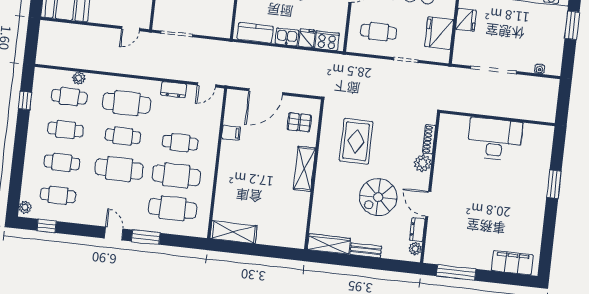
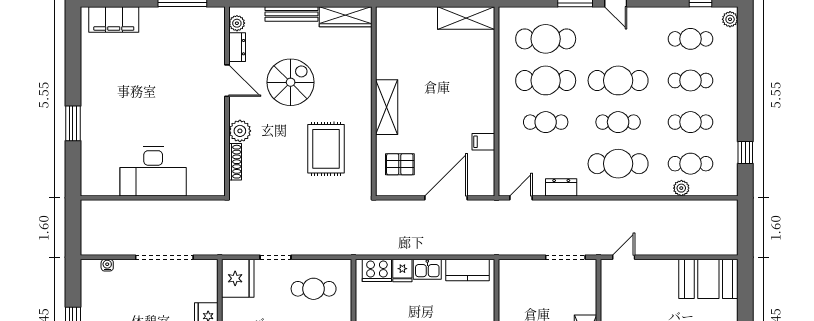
fridge: (439, 33) -> (238, 278), moved
bench: (366, 250) -> (291, 14), width x1.36

